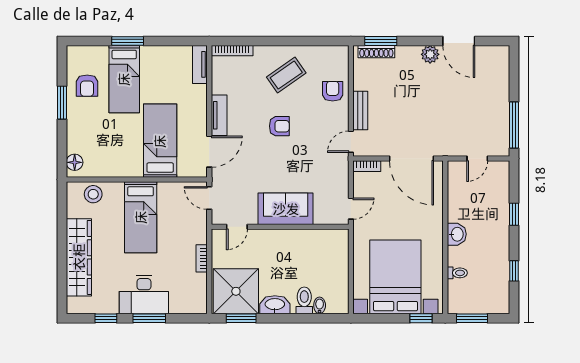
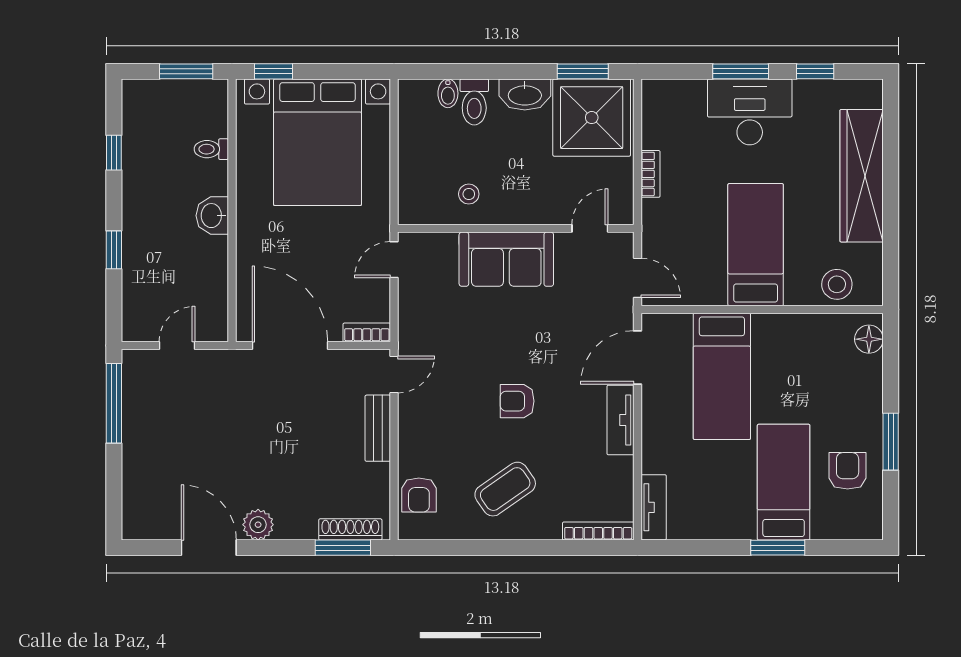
armchair: (333, 91) -> (419, 495), moved
stool: (307, 247) -> (469, 194), added

